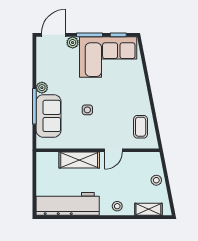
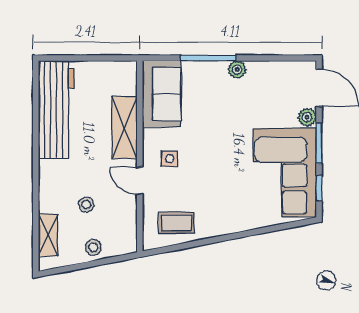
side table: (87, 110) -> (170, 159), moved
sofa: (49, 116) -> (162, 94), moved, turned -90
stool: (117, 206) -> (86, 205), moved

